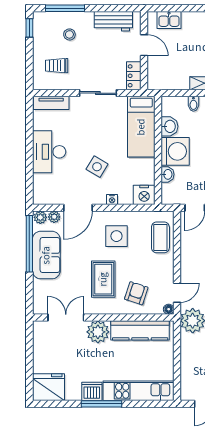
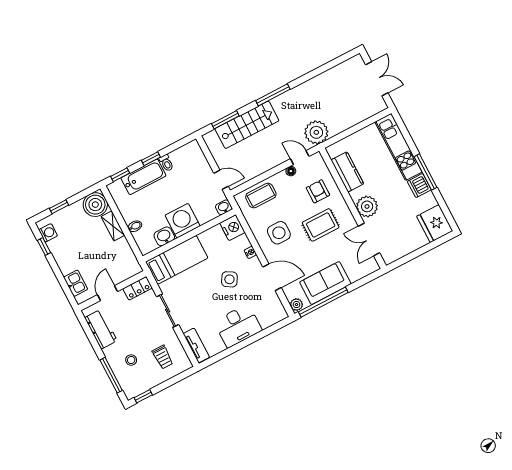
washbasin: (168, 174) -> (224, 207), moved
plant: (54, 217) -> (290, 293), removed
armchair: (136, 293) -> (318, 191), turned 72
floor lamp: (169, 309) -> (291, 171), moved
kitchen counter: (140, 330) -> (347, 172), width x0.67

